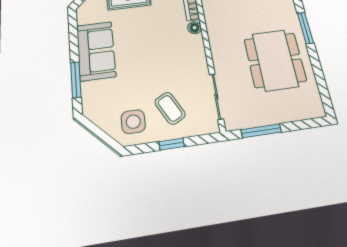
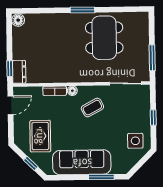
sofa: (96, 51) -> (82, 162), width x1.36
dining table: (275, 60) -> (104, 38), turned 90
coffee table: (170, 108) -> (92, 108), moved

